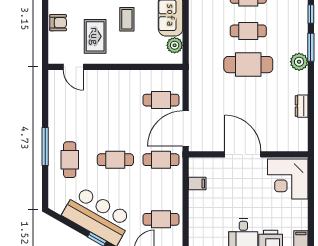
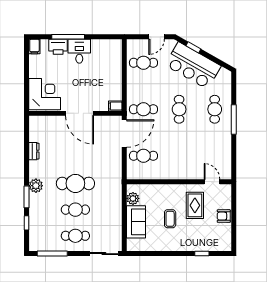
cafe table: (115, 160) -> (179, 109), turned 90
filing cabinet: (197, 184) -> (115, 106), moved

